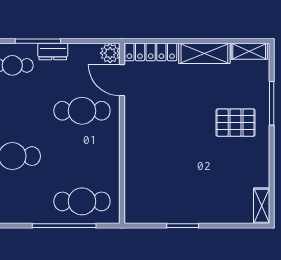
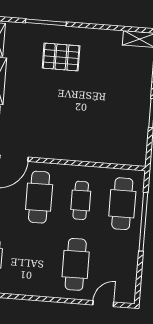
pallet: (236, 123) -> (61, 57), turned 90
cafe table: (82, 156) -> (81, 200), added

